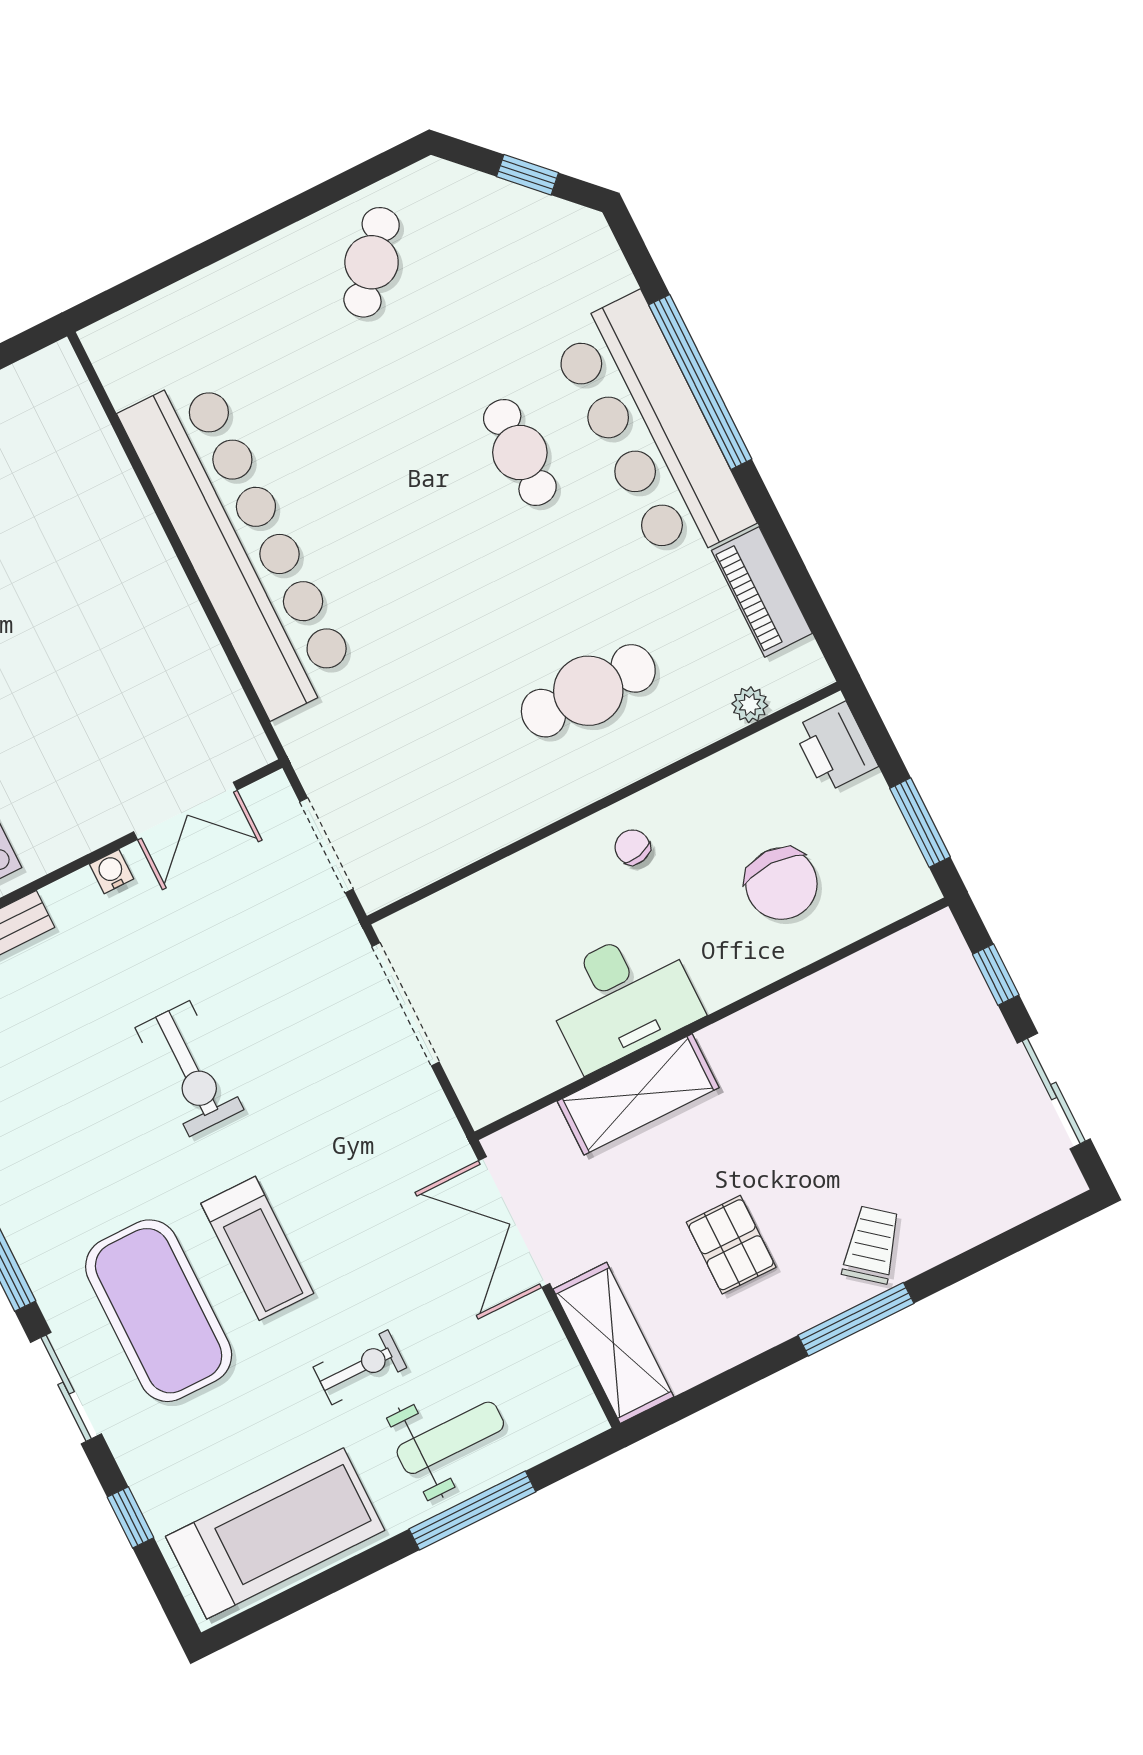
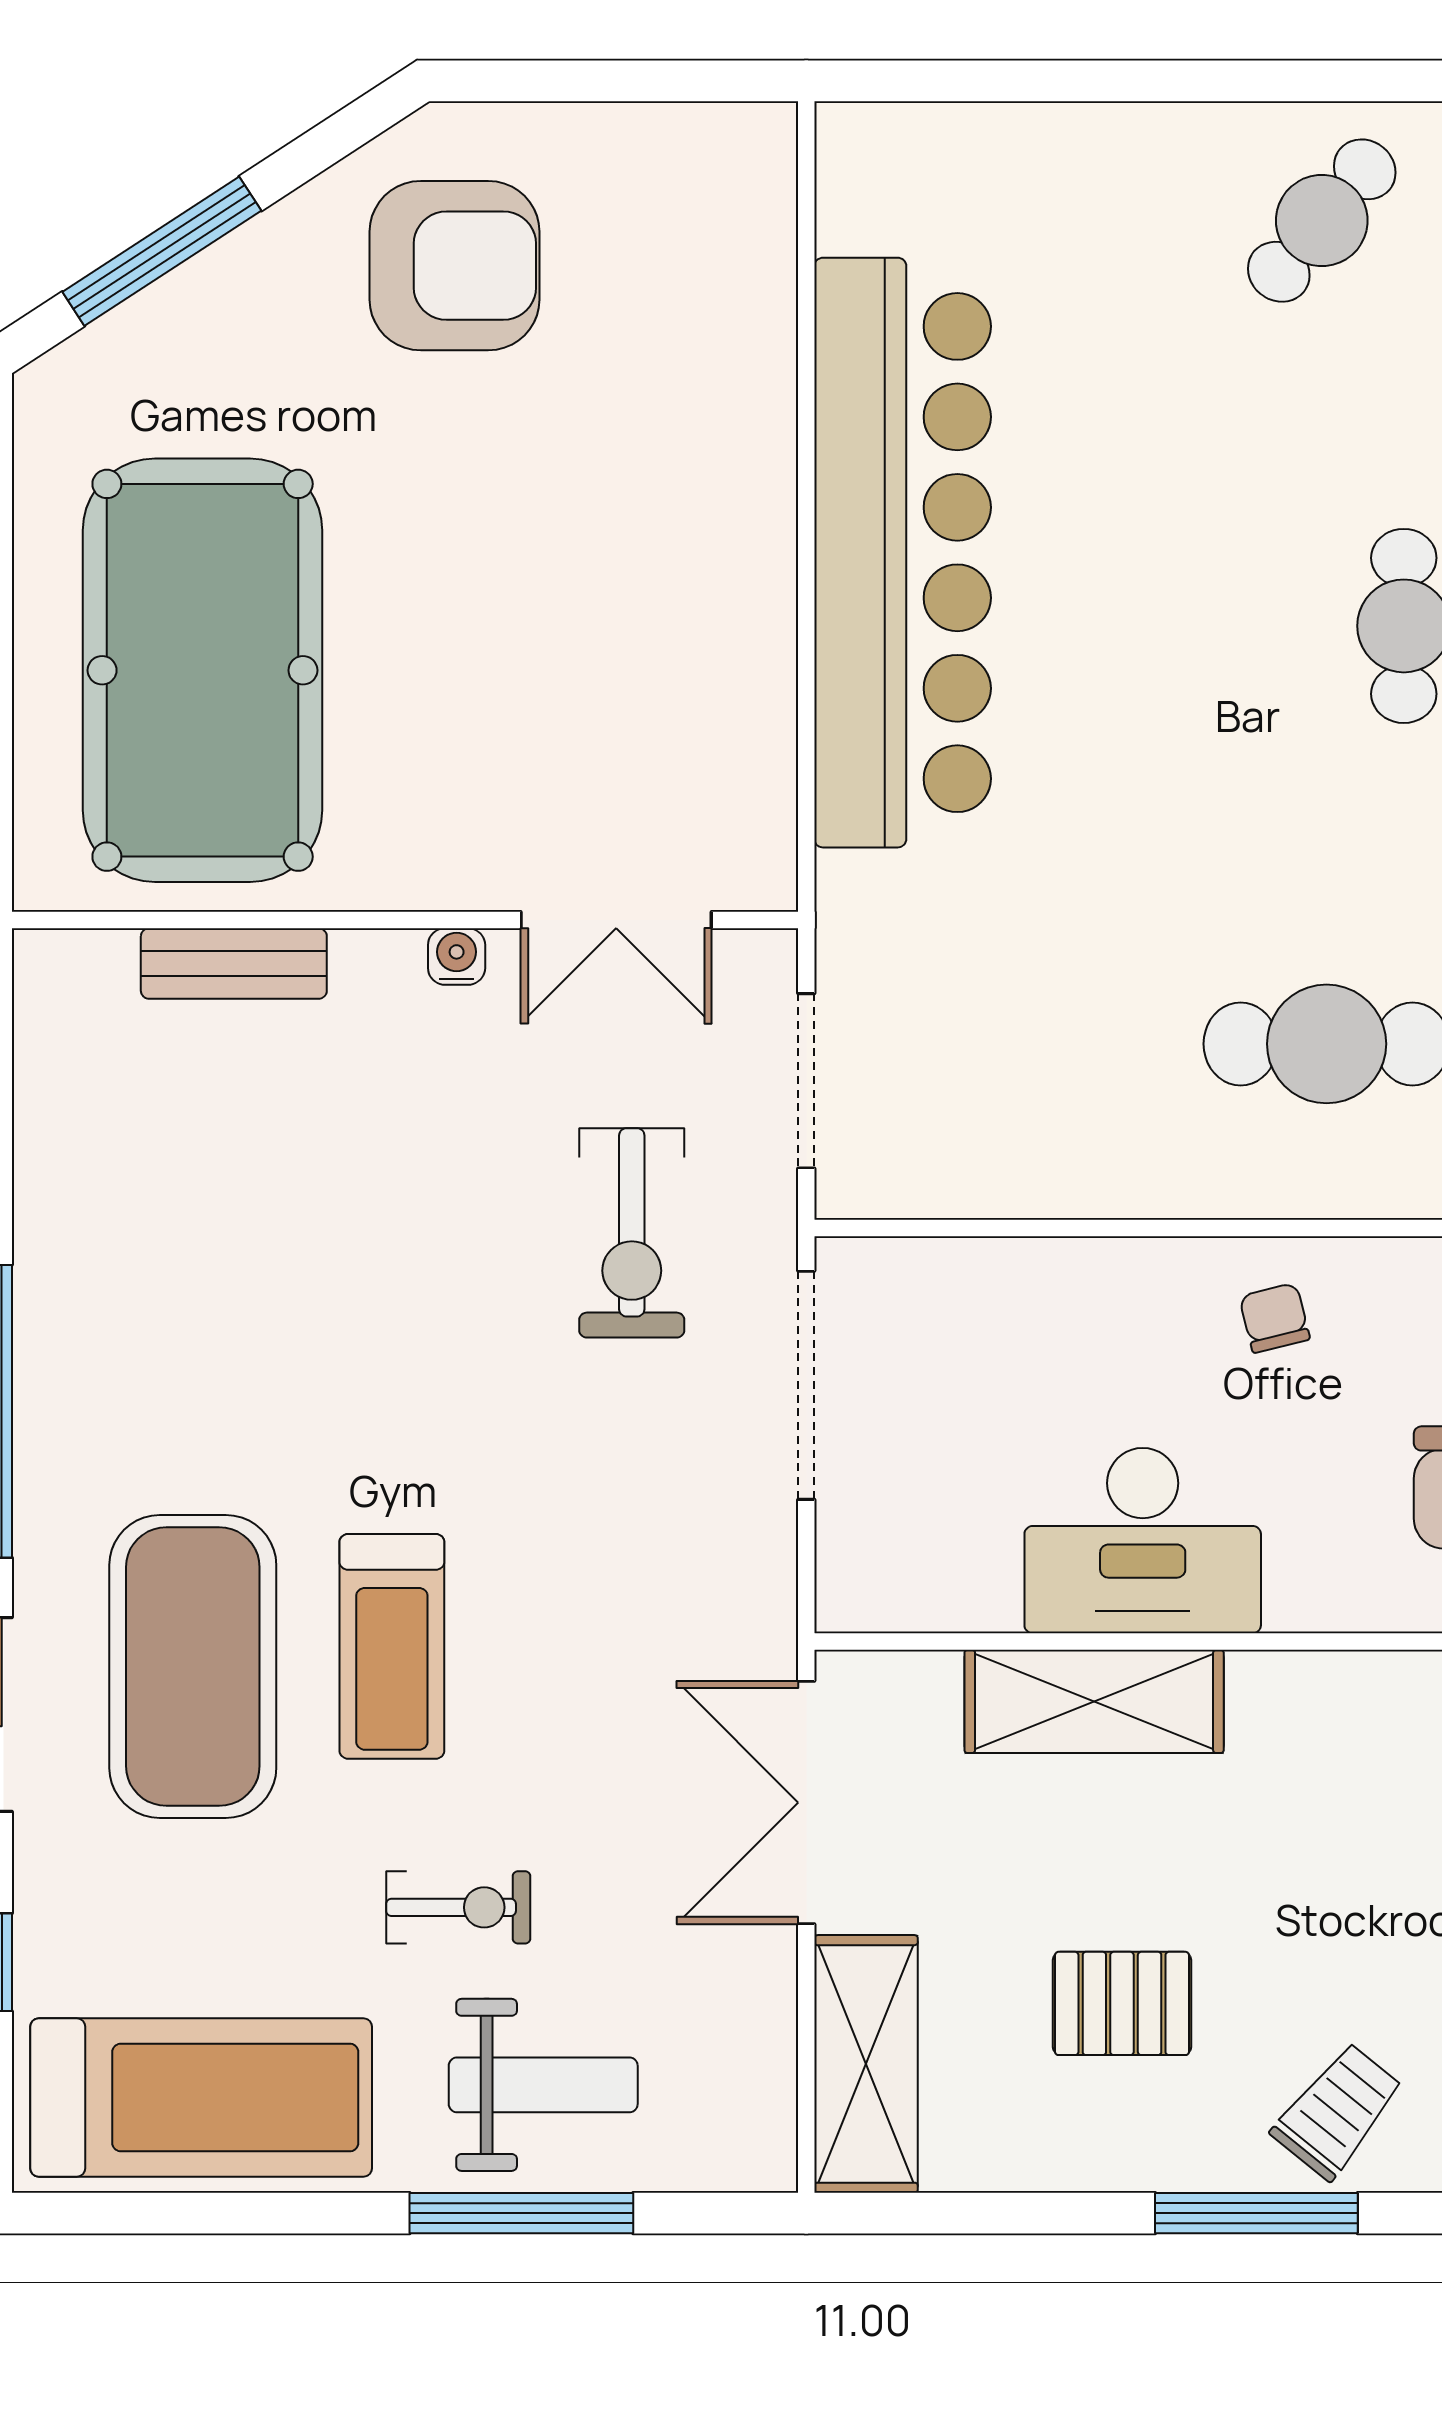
exercise bike: (189, 1069) -> (632, 1233), moved
pallet: (731, 1245) -> (1122, 2003), turned 90

